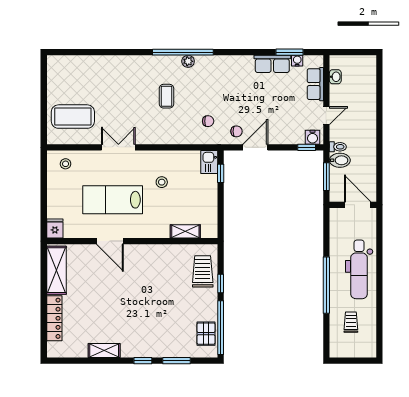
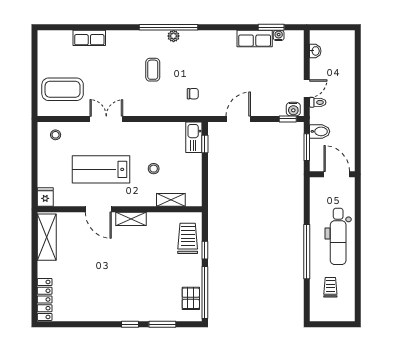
row of seats: (315, 84) -> (89, 38), moved, turned -90
chair: (236, 131) -> (220, 104), removed
toilet: (338, 147) -> (318, 102), moved
kitchen sink: (209, 162) -> (194, 137), width x1.38
stool: (162, 182) -> (154, 169), moved
locker: (54, 318) -> (45, 299), moved
shelving: (104, 350) -> (131, 219), moved

